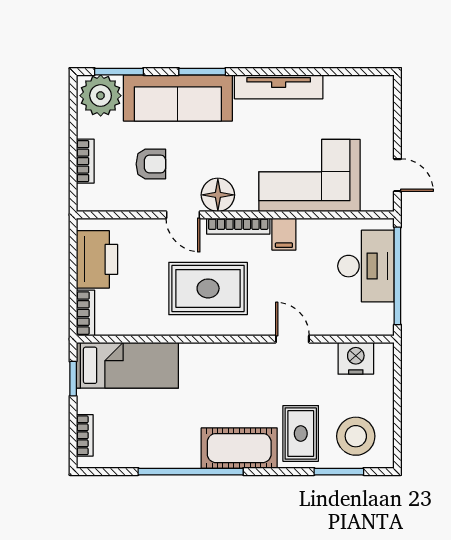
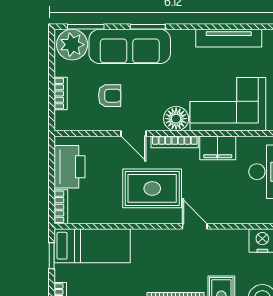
tv unit: (279, 87) -> (229, 38), moved
floor lamp: (218, 195) -> (176, 119), moved
filing cabinet: (284, 234) -> (218, 148), width x2.00
door: (292, 339) -> (195, 226), moved

